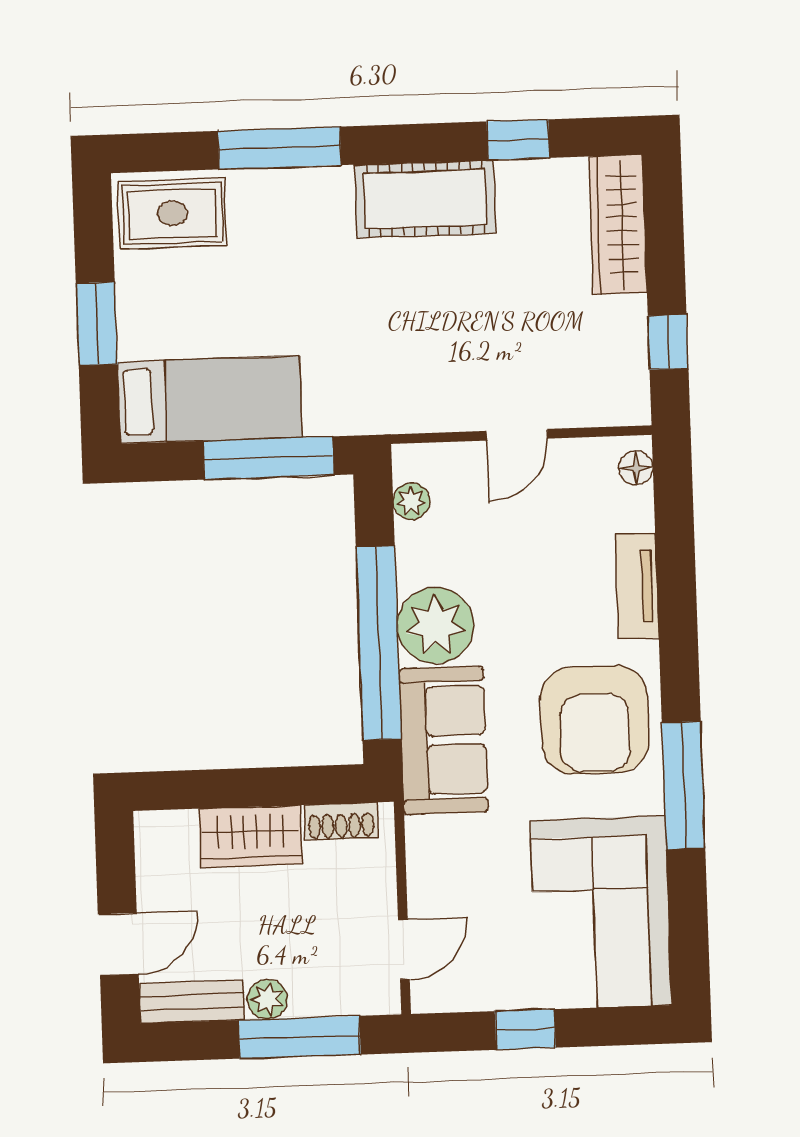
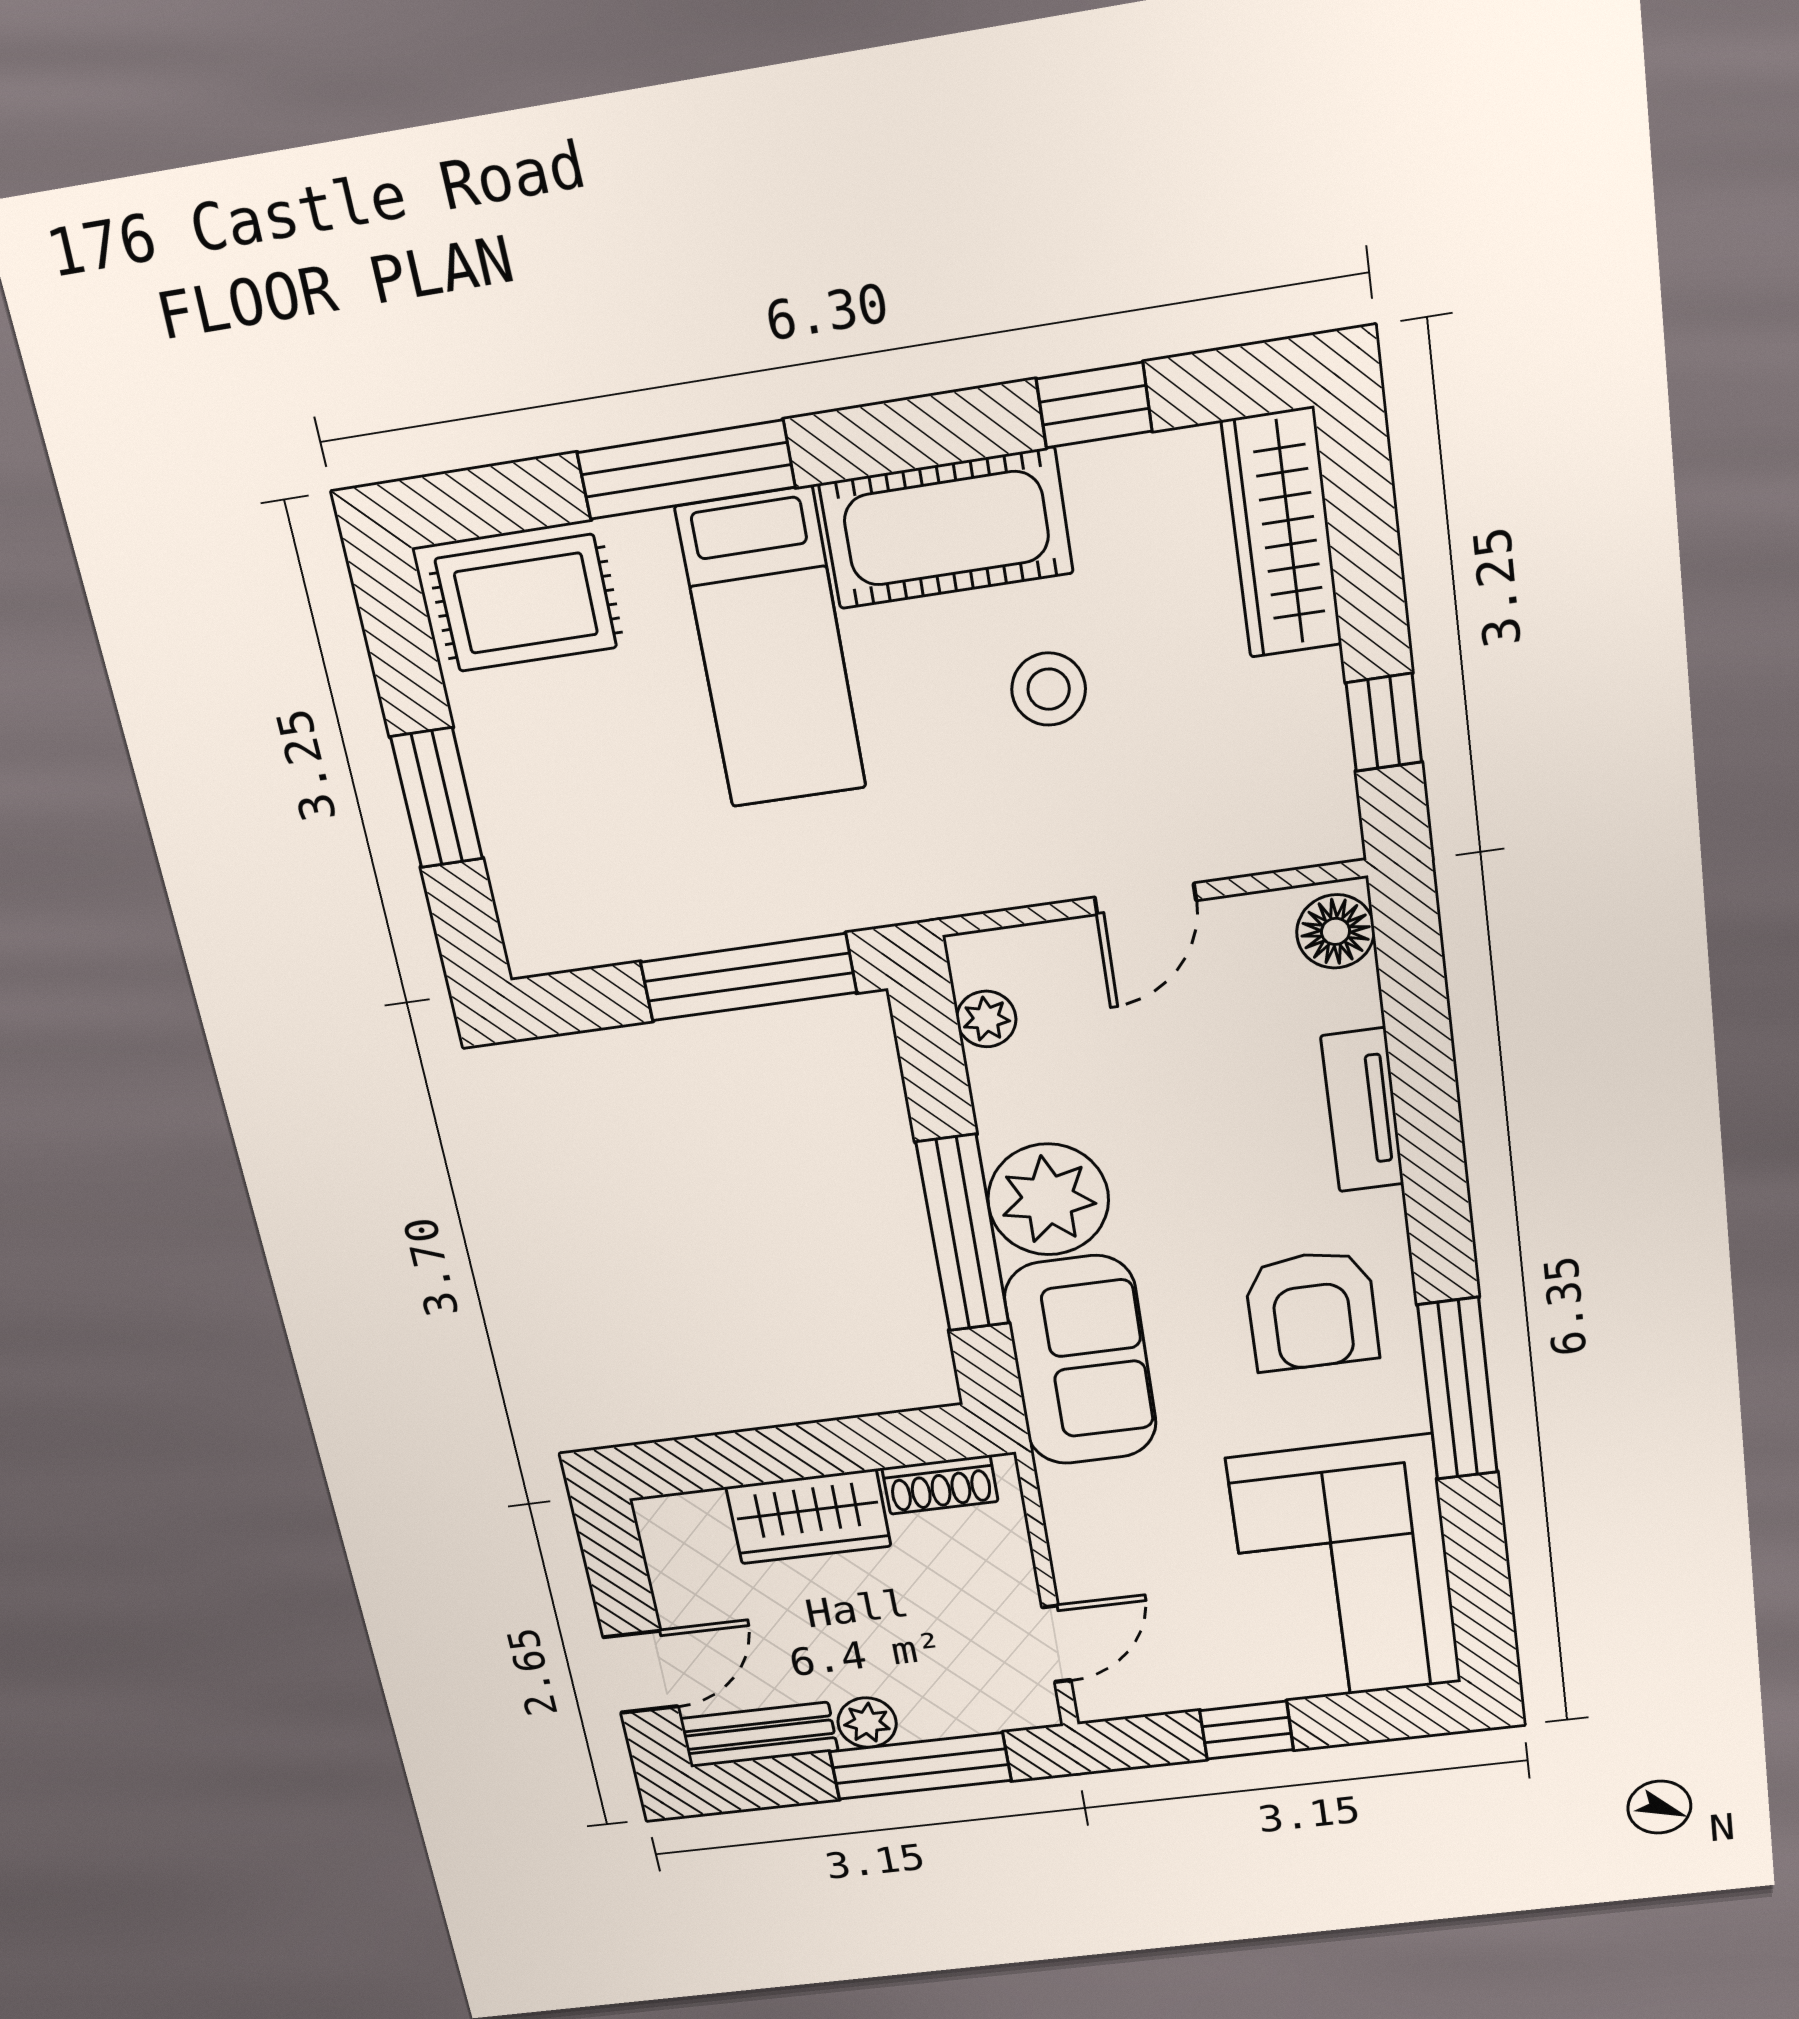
stool: (473, 300) -> (1049, 689), added
bed: (210, 400) -> (771, 649), moved, turned 90
floor lamp: (636, 468) -> (1336, 931), width x1.37, depth x1.37
window: (379, 643) -> (963, 1233), width x0.68
armchair: (595, 720) -> (1312, 1311), width x0.73, depth x0.73

